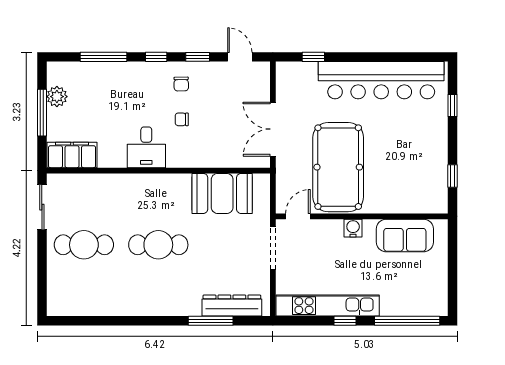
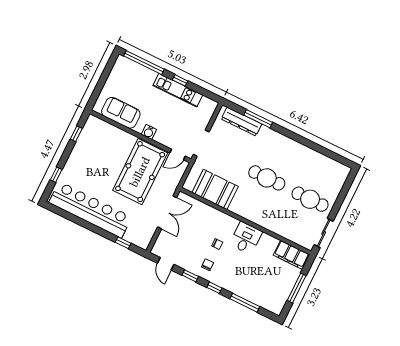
plant: (57, 97) -> (283, 293), removed
kitchen unit: (328, 306) -> (178, 90), width x0.73

